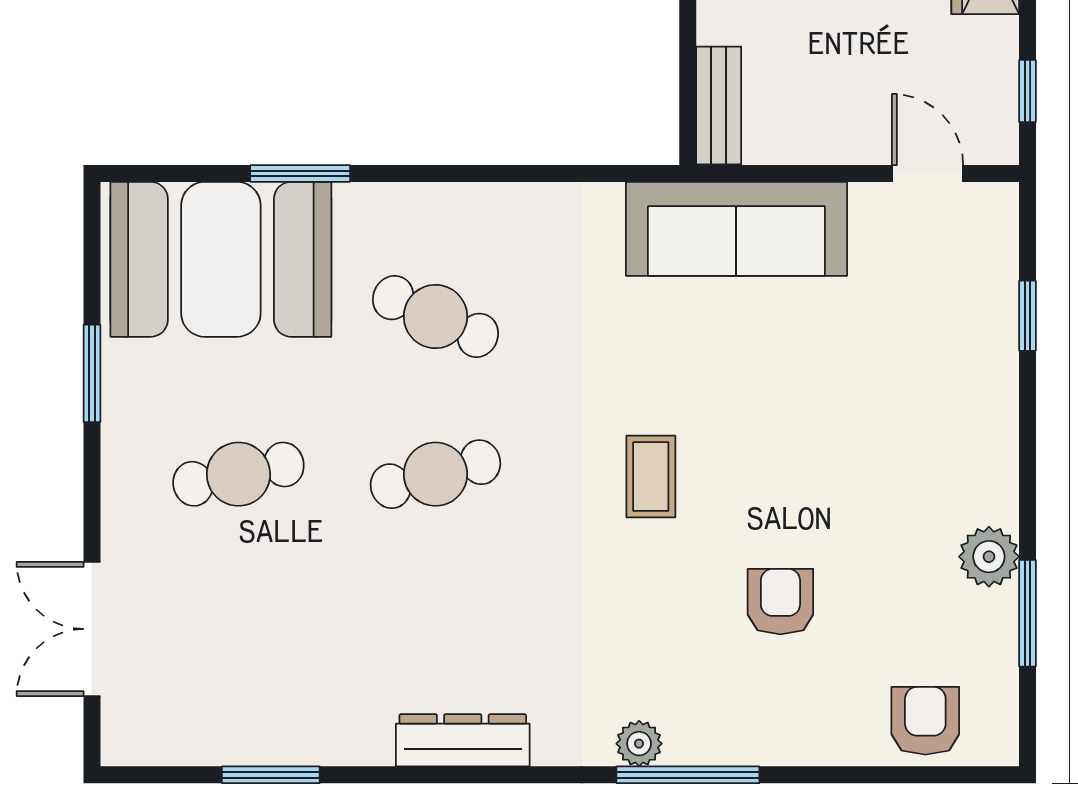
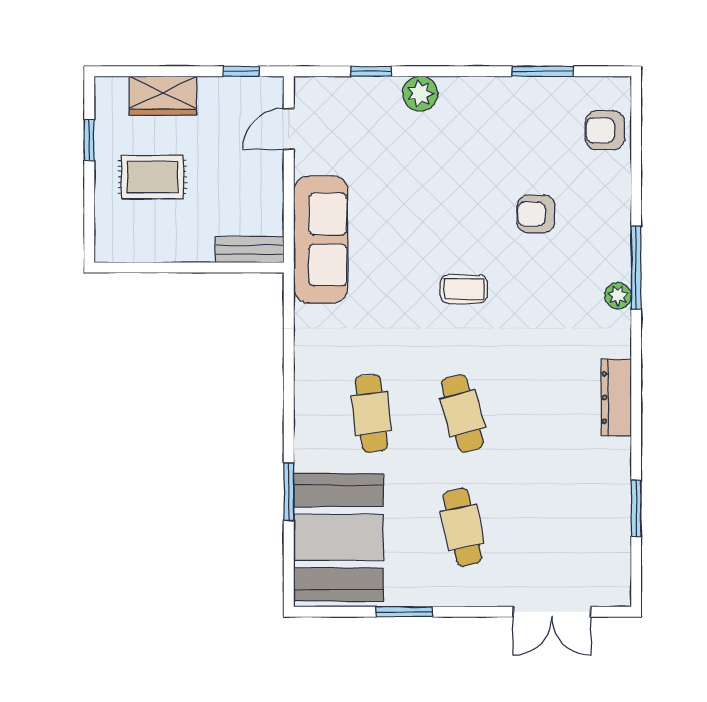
cafe table: (435, 317) -> (371, 413), turned -30
plant: (989, 557) -> (420, 94), moved

